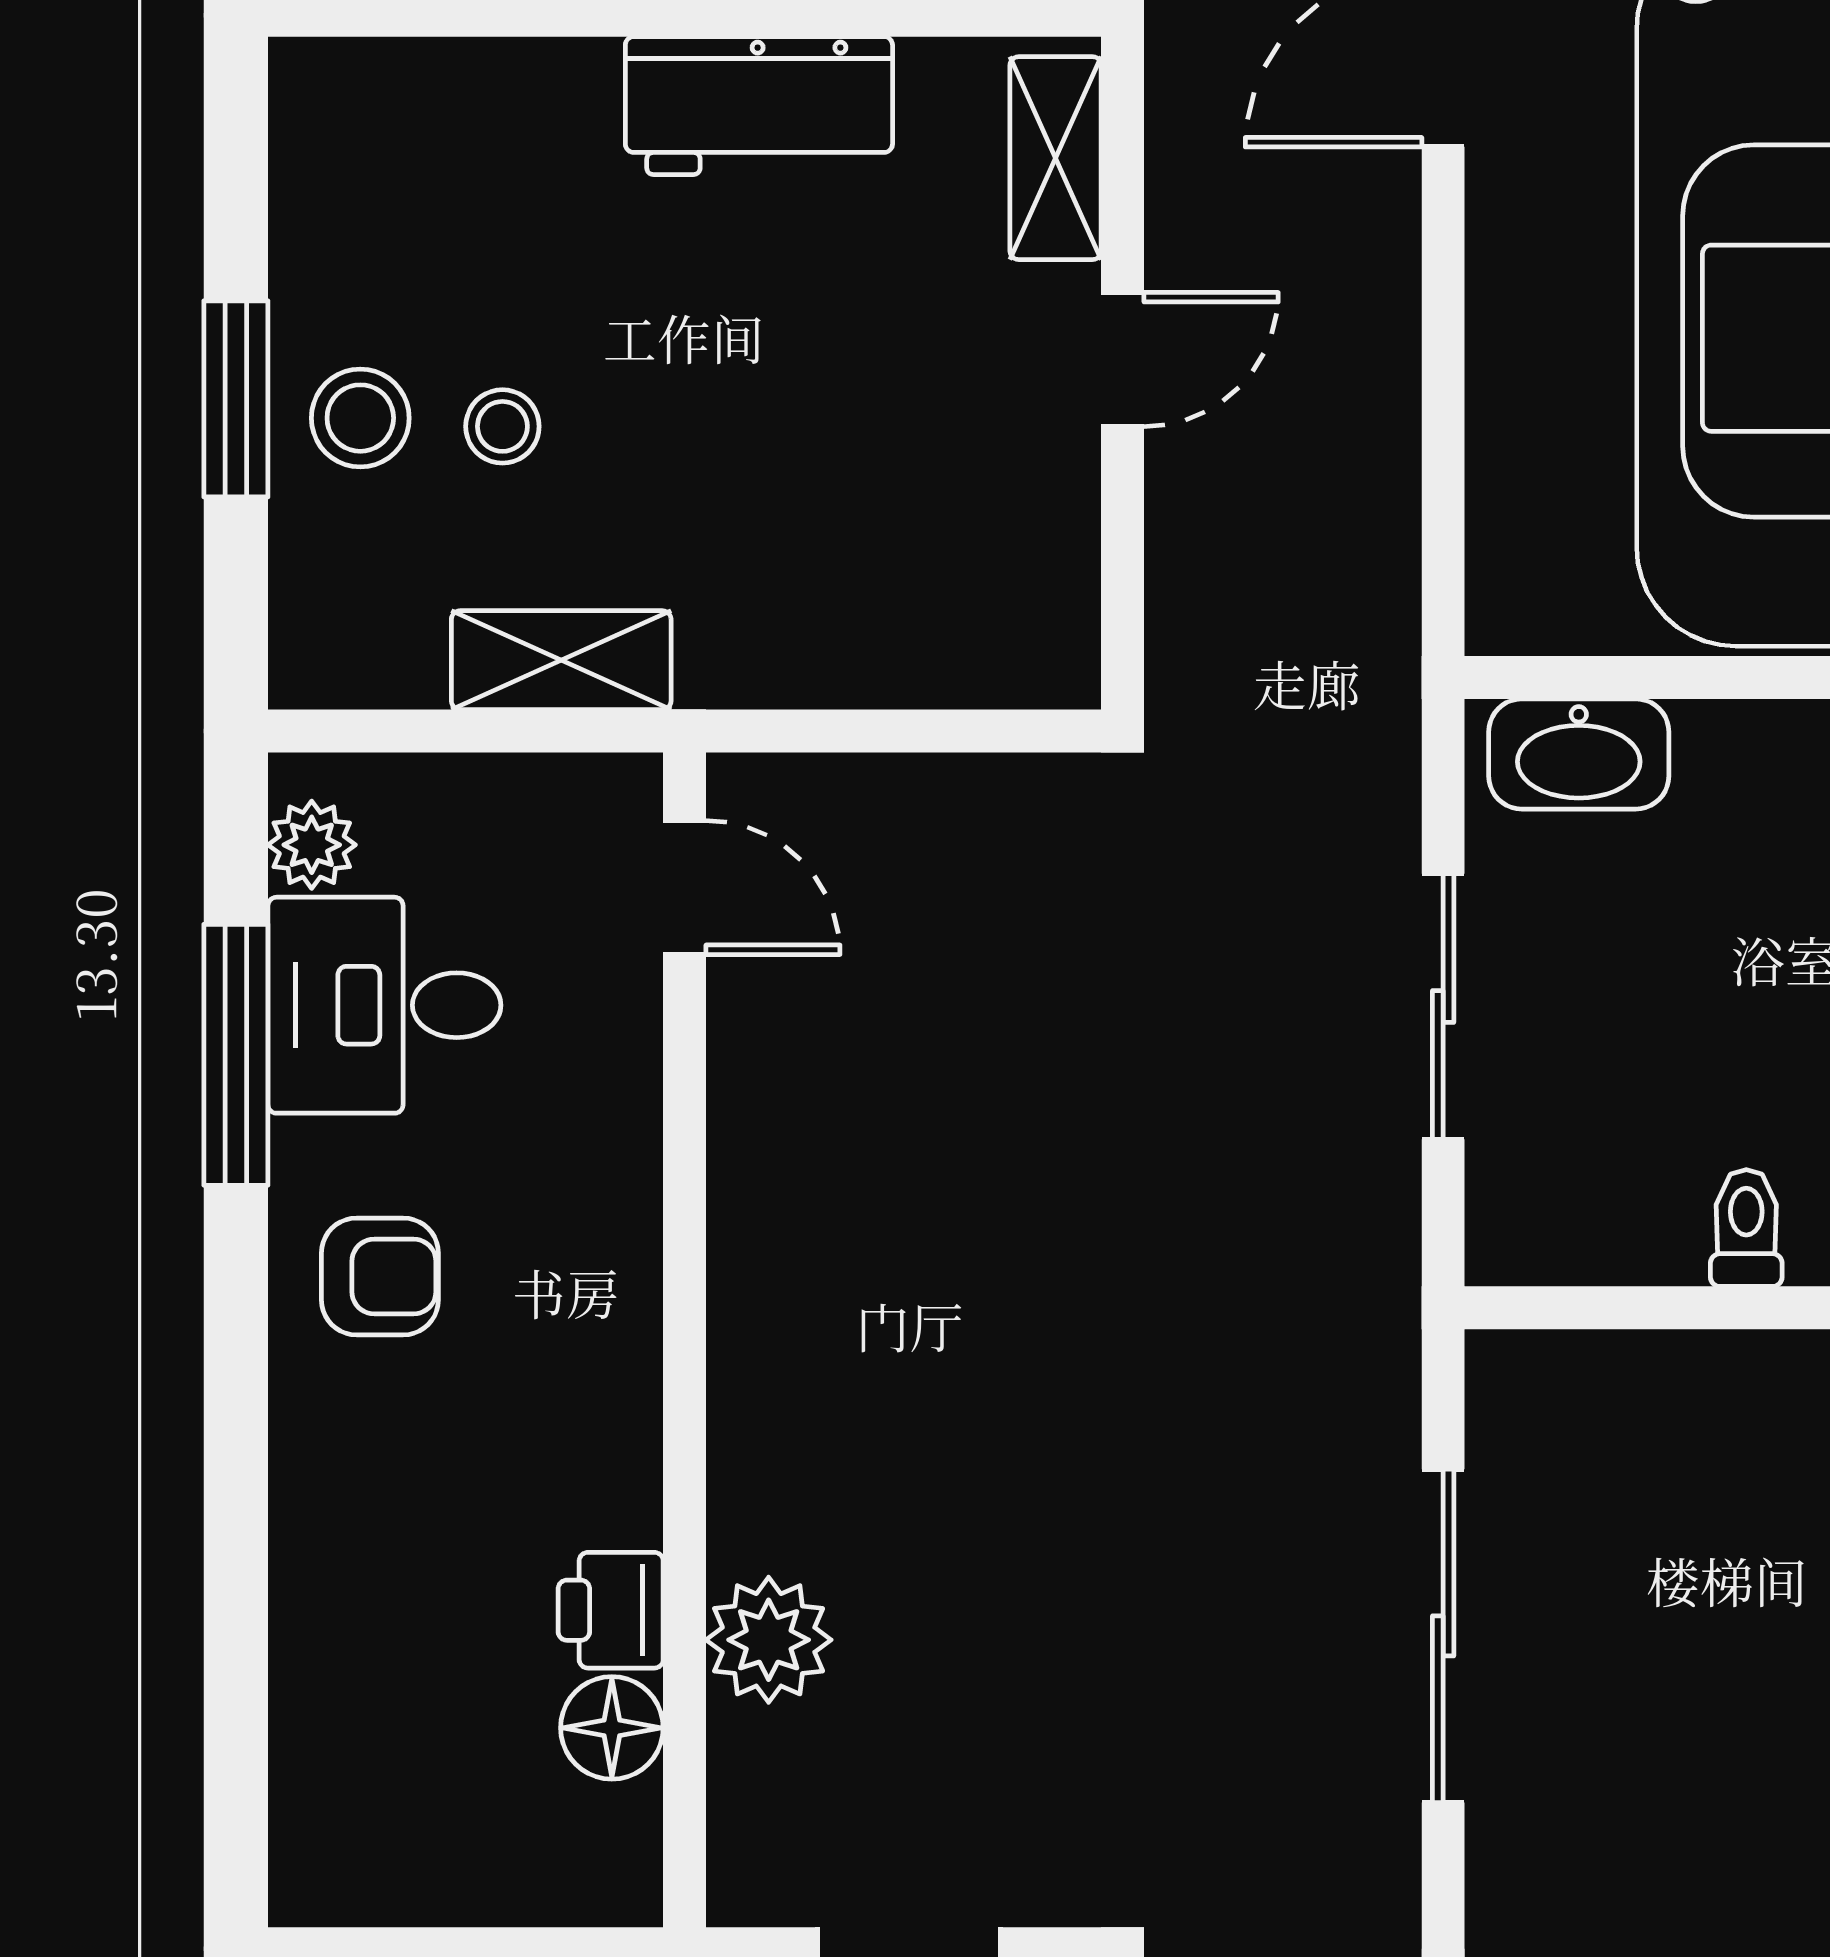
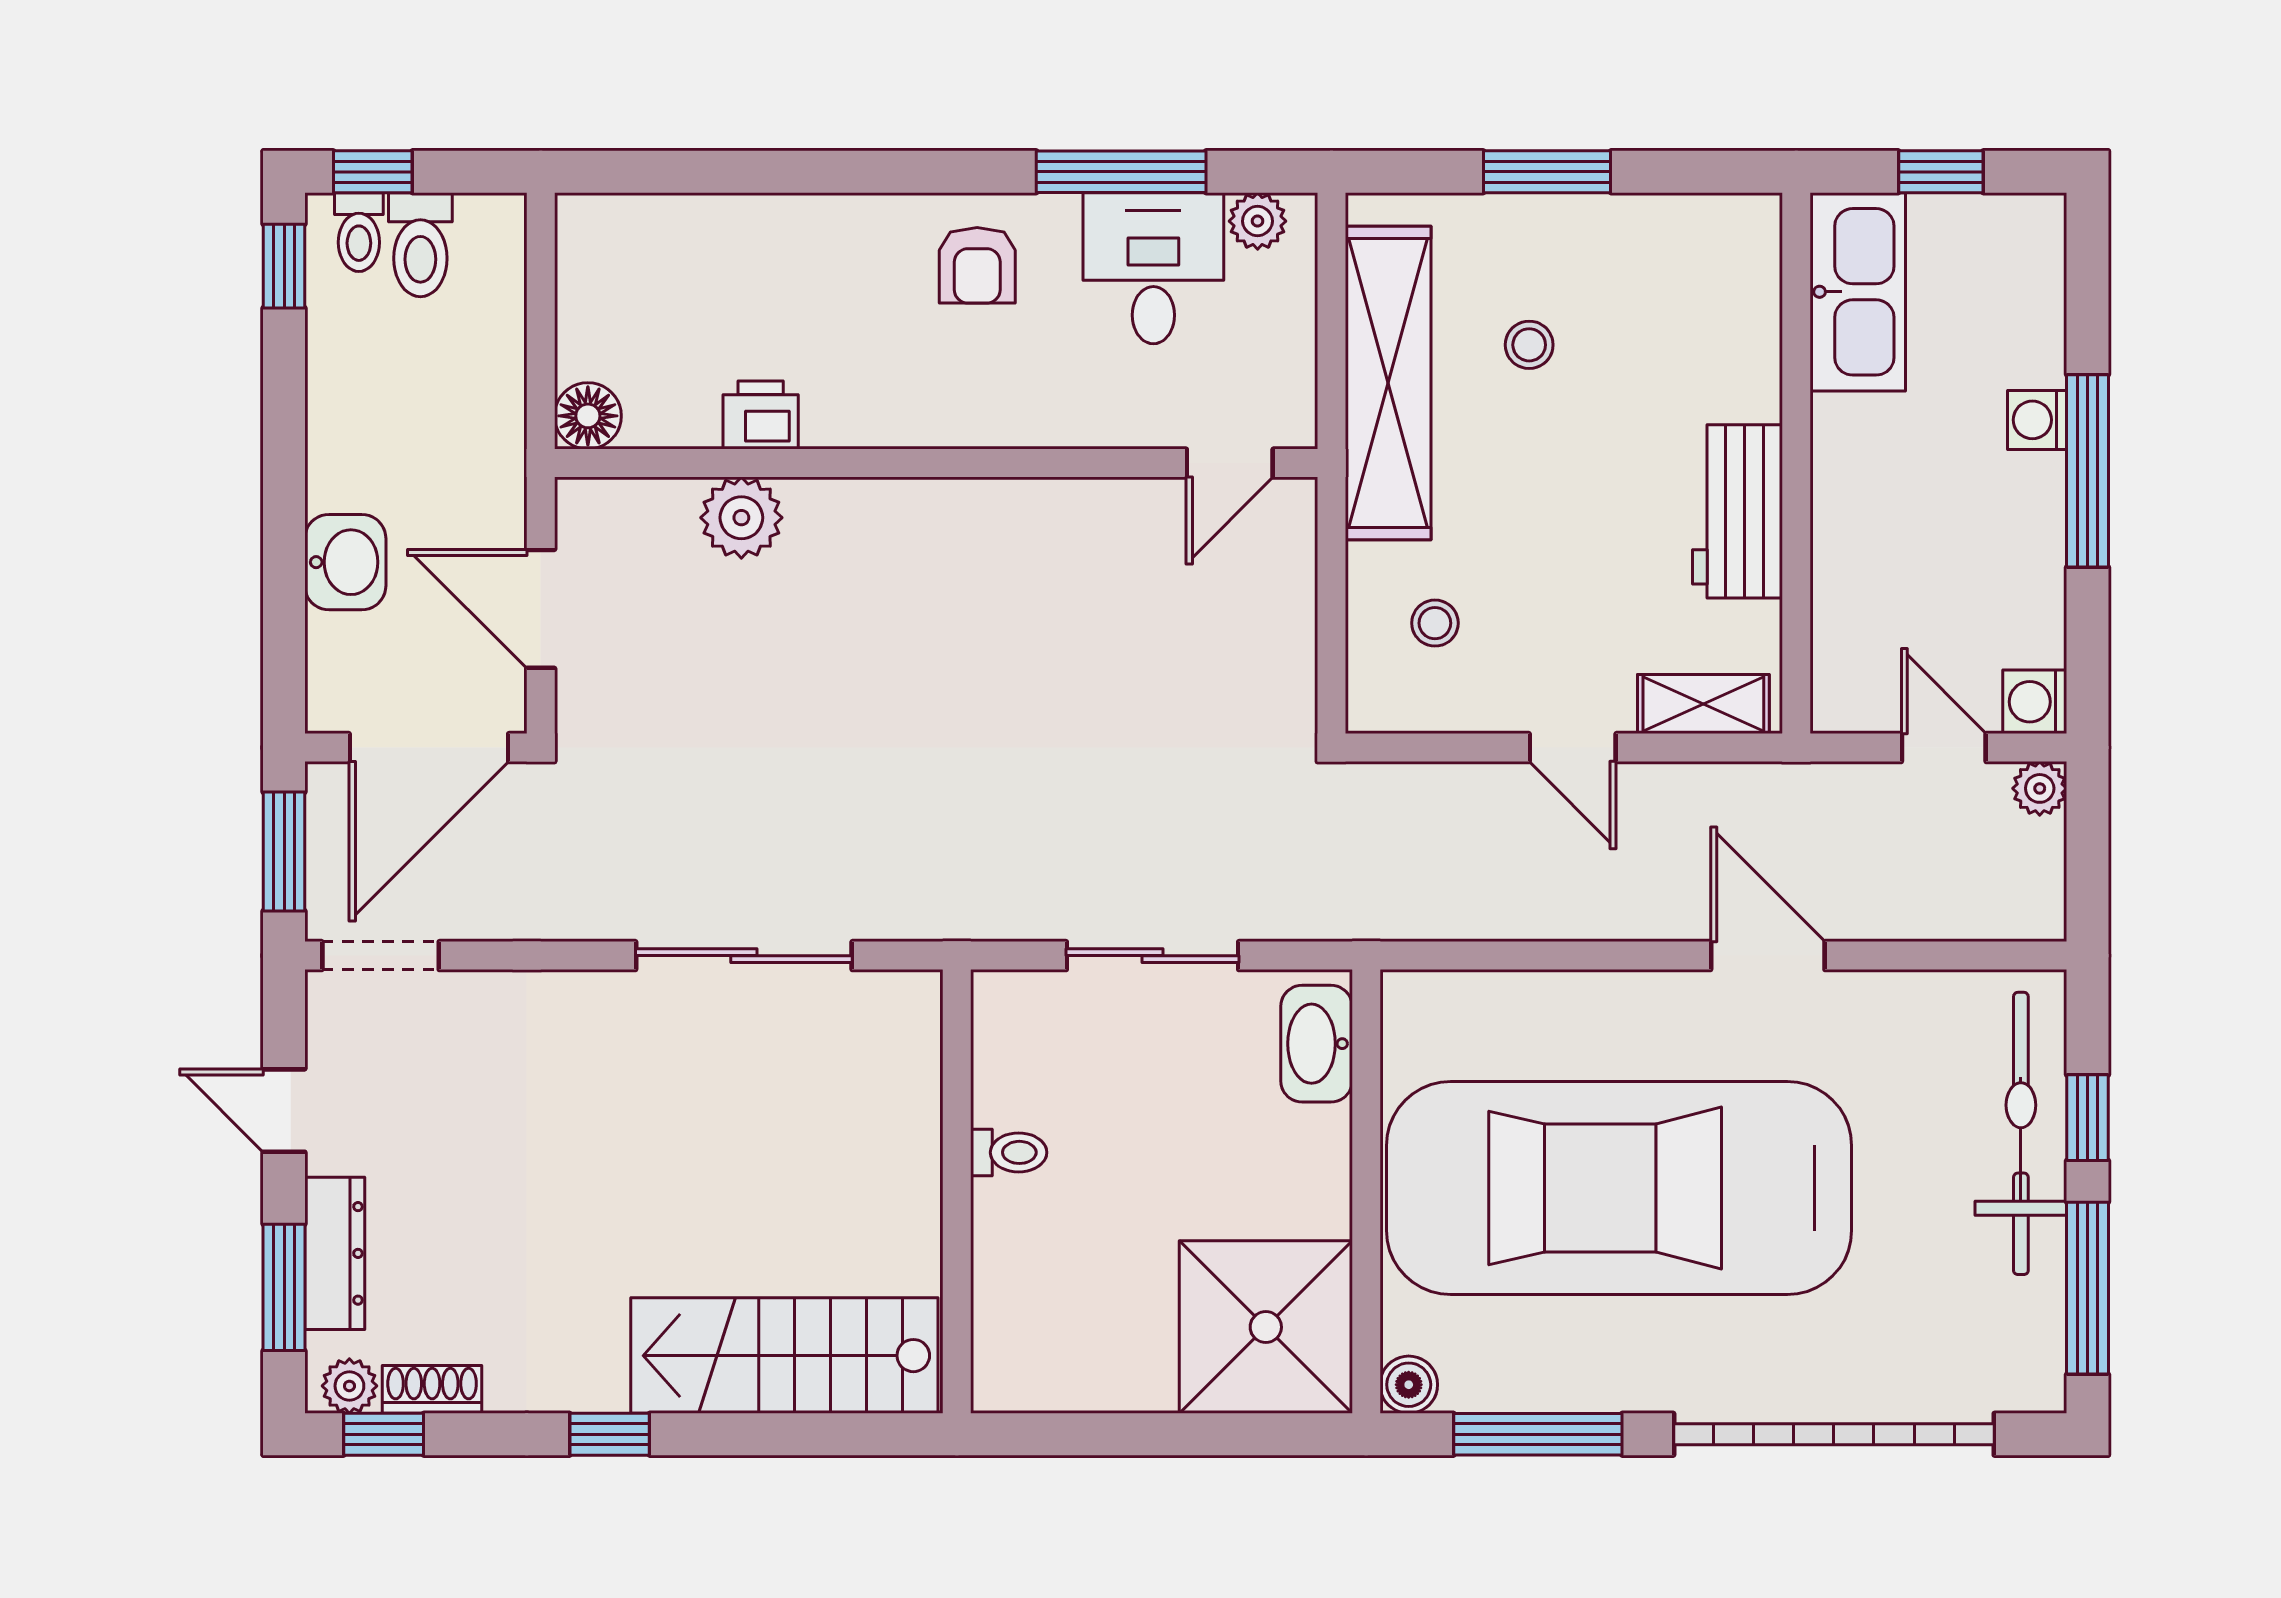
stool: (360, 418) -> (1435, 623), moved, width x0.73, depth x0.73
shelving: (561, 660) -> (1388, 383), width x2.20, depth x1.33
floor lamp: (612, 1728) -> (588, 416), moved

